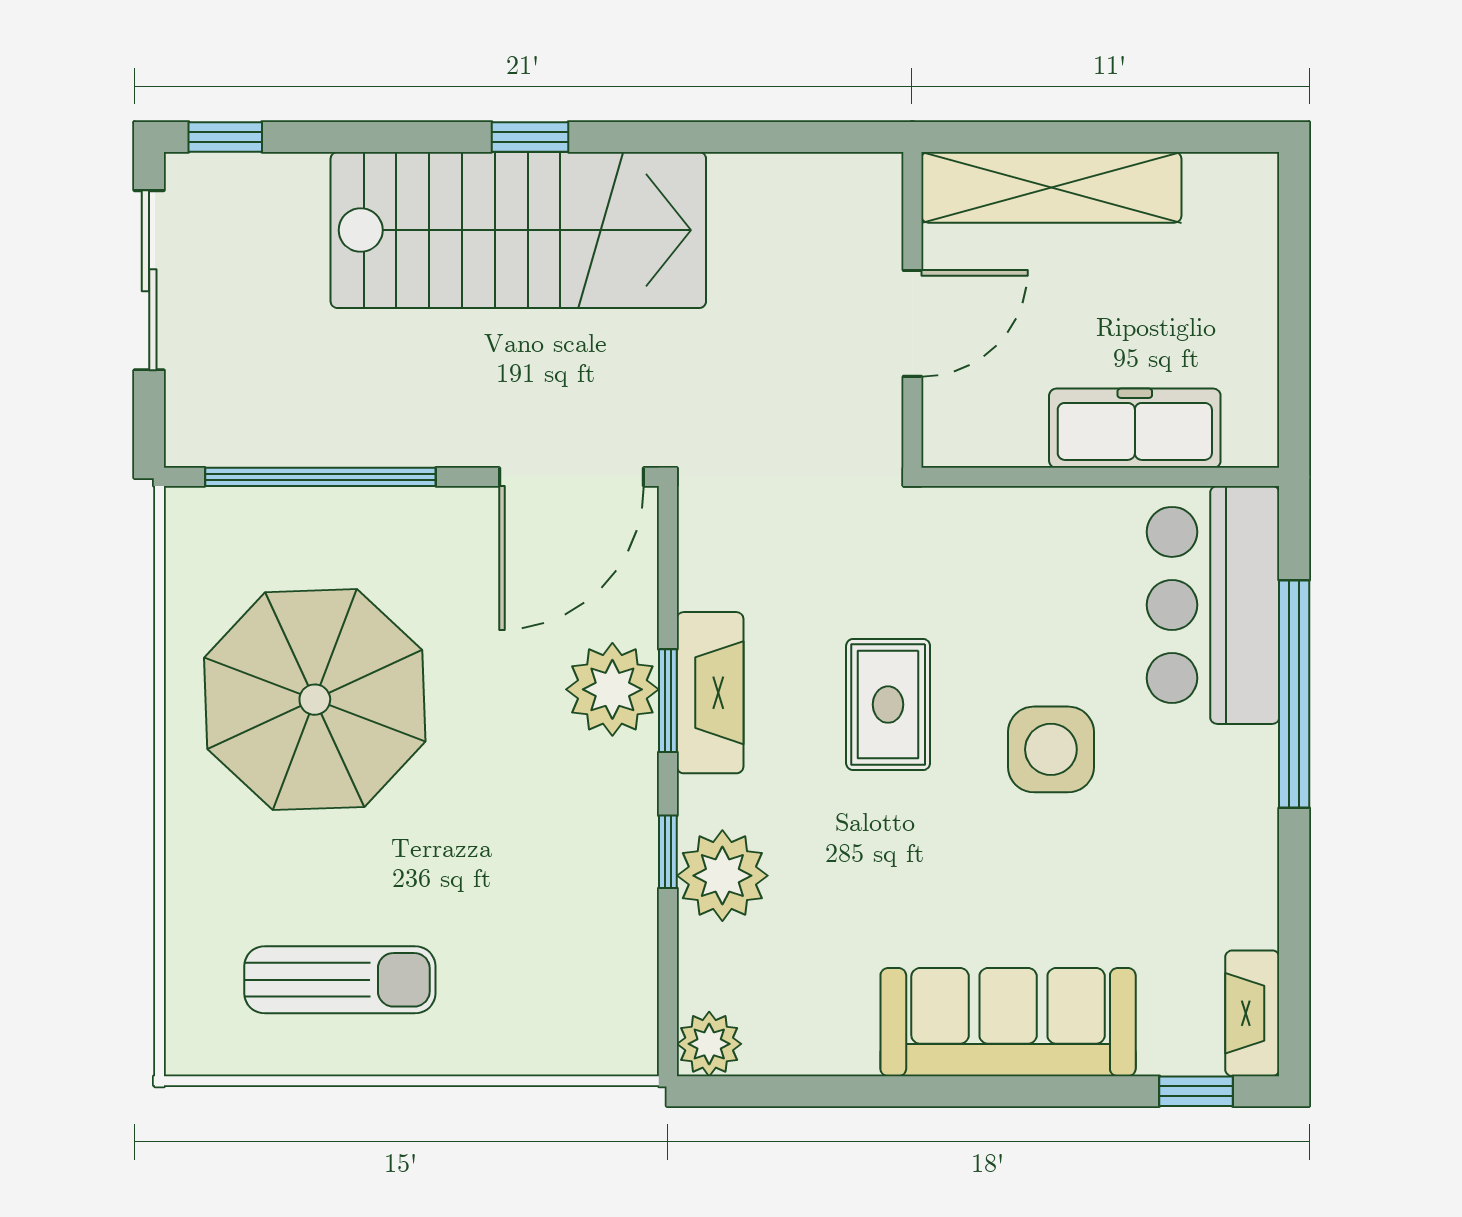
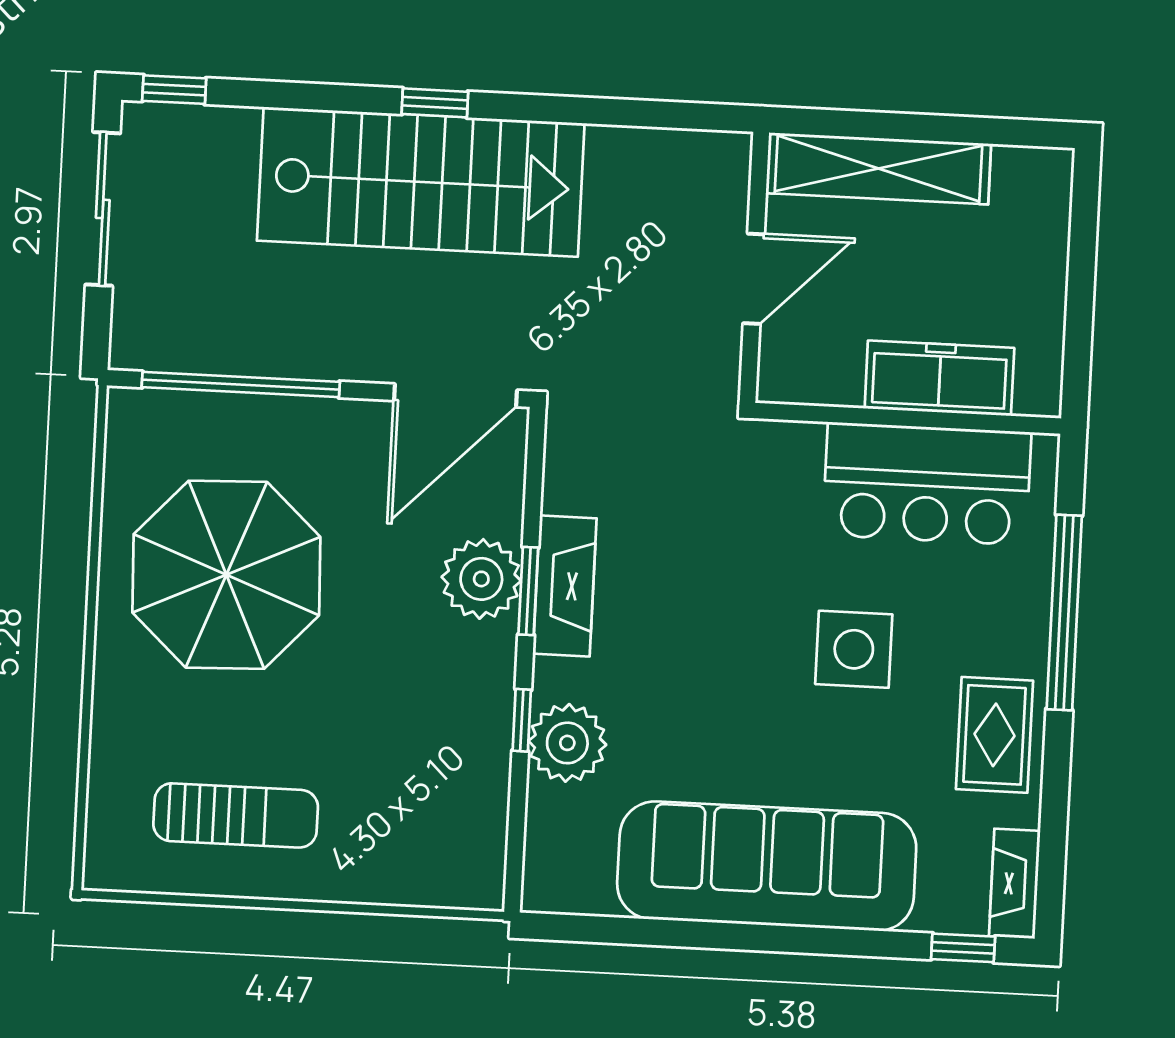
bar counter: (1213, 605) -> (927, 484), moved, turned -90
rug: (888, 705) -> (995, 735), moved
sofa: (1008, 1022) -> (767, 866), width x1.36, depth x1.27
plant: (709, 1044) -> (549, 886), removed

